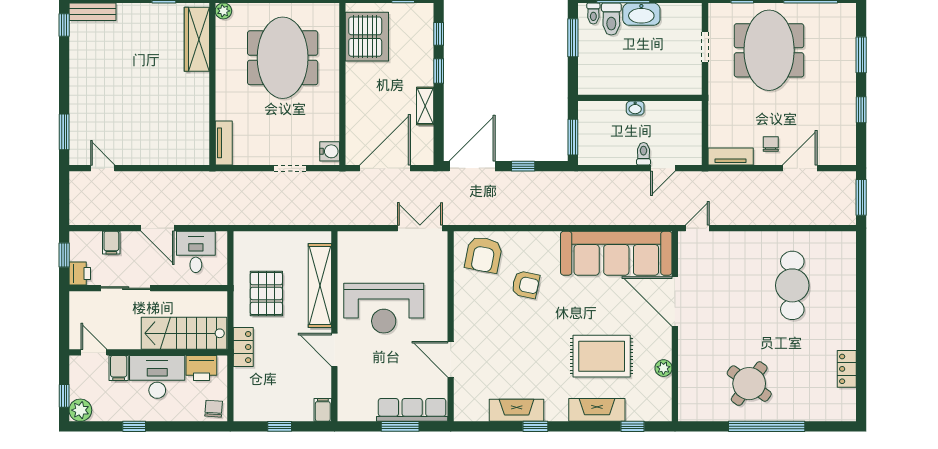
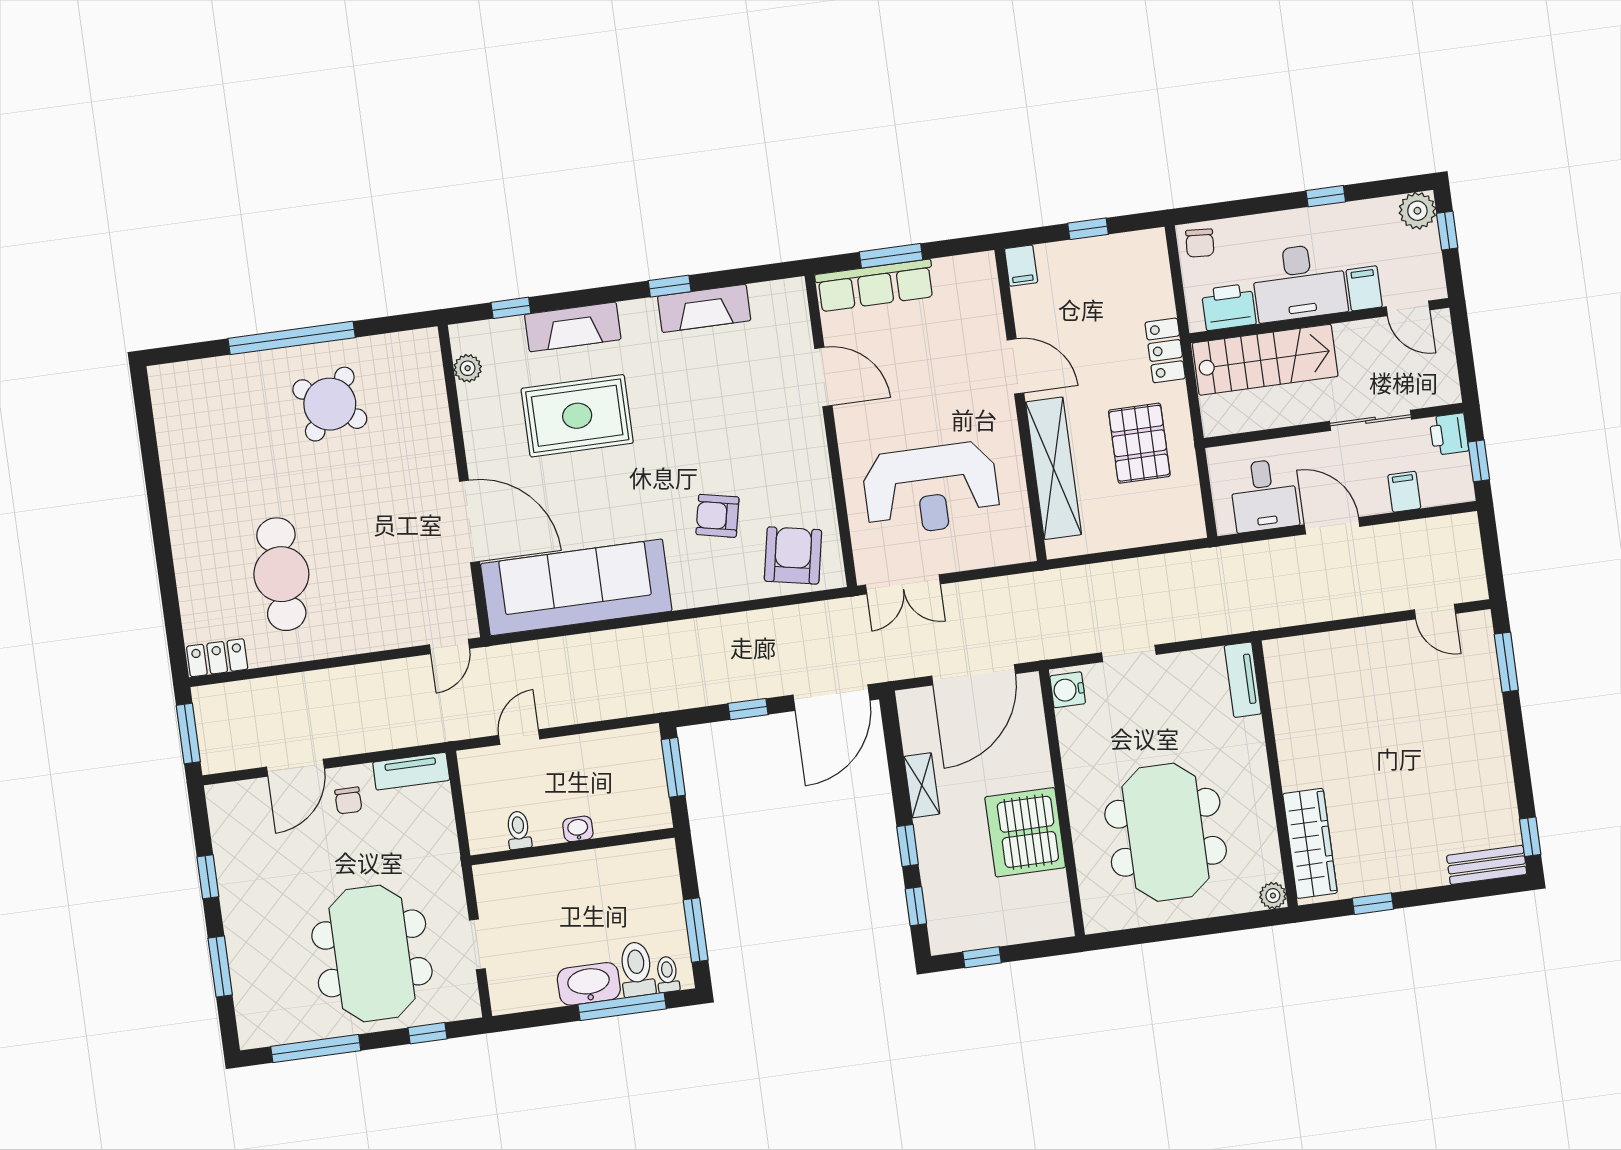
server rack: (367, 37) -> (1025, 832), moved
toilet: (644, 154) -> (519, 830), moved, turned 180
reception desk: (384, 308) -> (931, 489), moved, turned 180
plant: (663, 368) -> (468, 368), moved
locker: (847, 369) -> (217, 658), moved, turned -90

